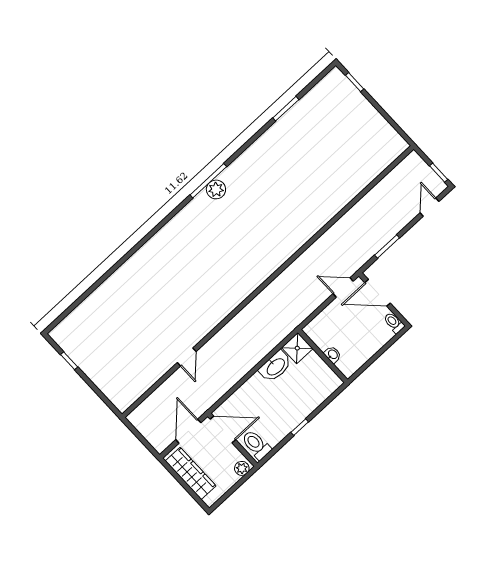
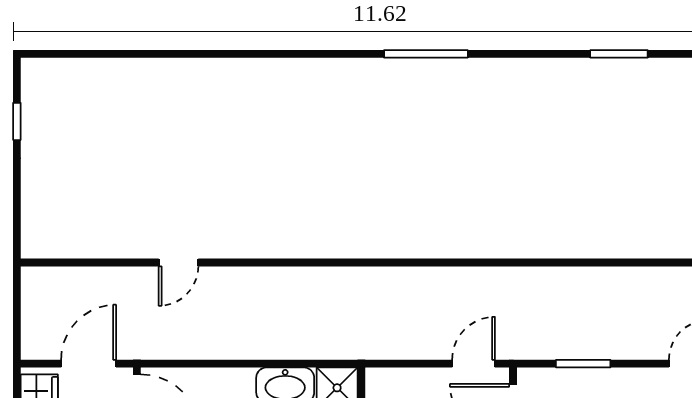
plant: (216, 189) -> (425, 75), removed
door: (343, 287) -> (474, 364), hinge flipped

